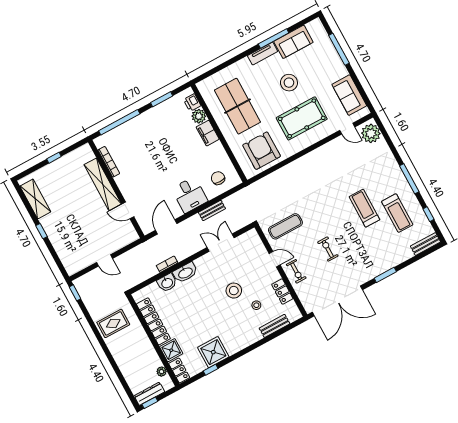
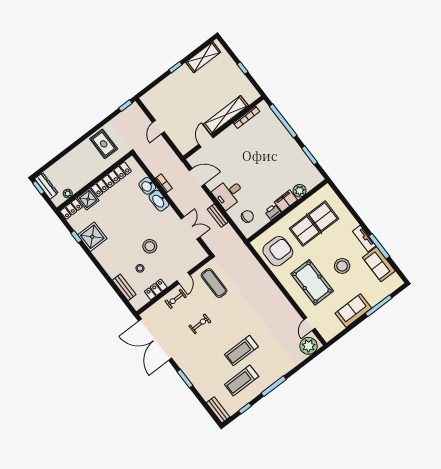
sofa: (349, 95) -> (353, 311), moved
printer: (192, 103) -> (273, 212), moved
treadmill: (364, 208) -> (241, 351), turned 180

